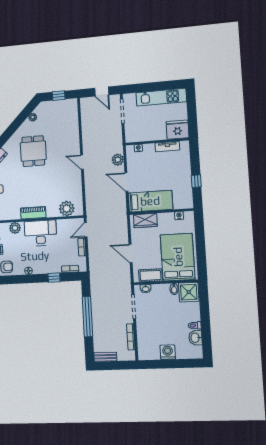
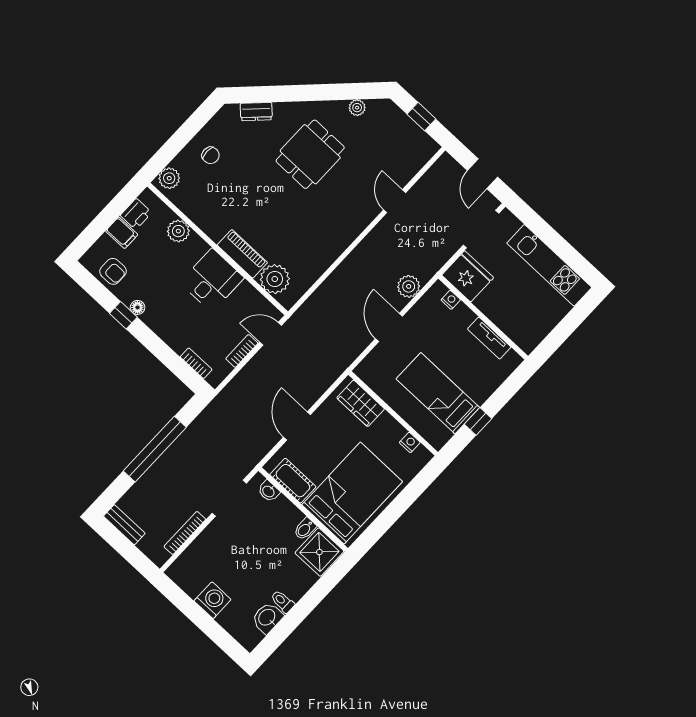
fridge: (177, 130) -> (468, 276), moved
door: (82, 162) -> (395, 201), moved
bed: (150, 201) -> (438, 393), moved, turned 180
piano: (33, 213) -> (242, 254), moved
desk: (40, 233) -> (212, 280), width x0.73
window: (54, 278) -> (123, 315), moved

